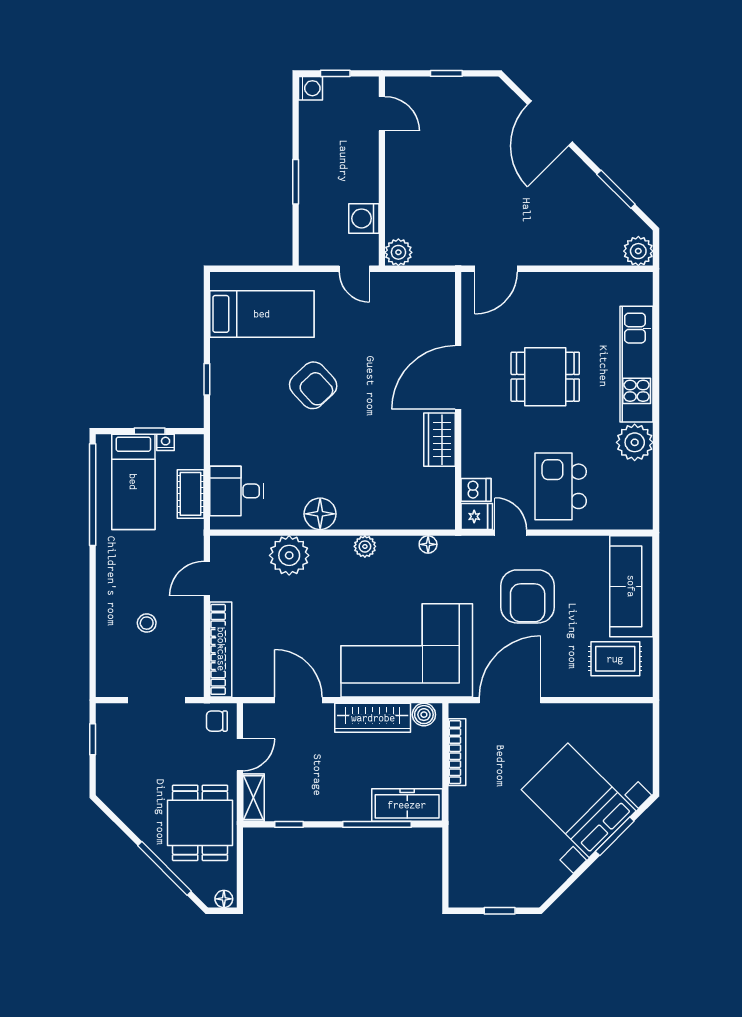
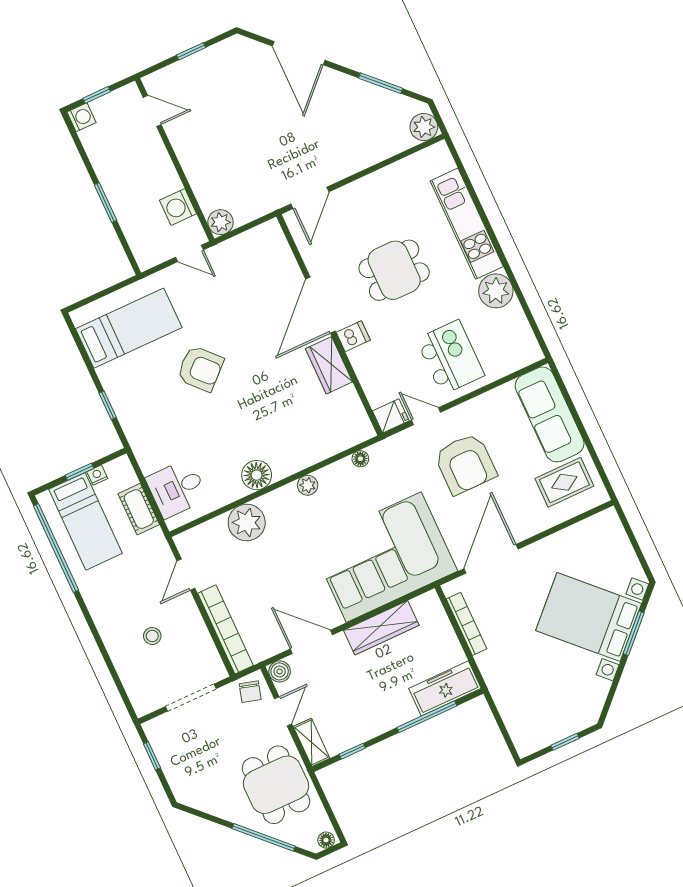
kitchen island: (561, 486) -> (450, 357), turned 180
dishwasher: (476, 490) -> (353, 336), moved
boiler: (424, 715) -> (280, 671), moved
chair: (217, 721) -> (250, 692), turned -74

